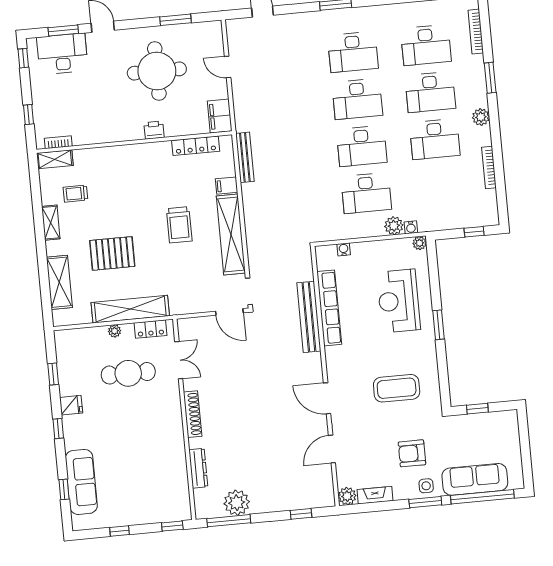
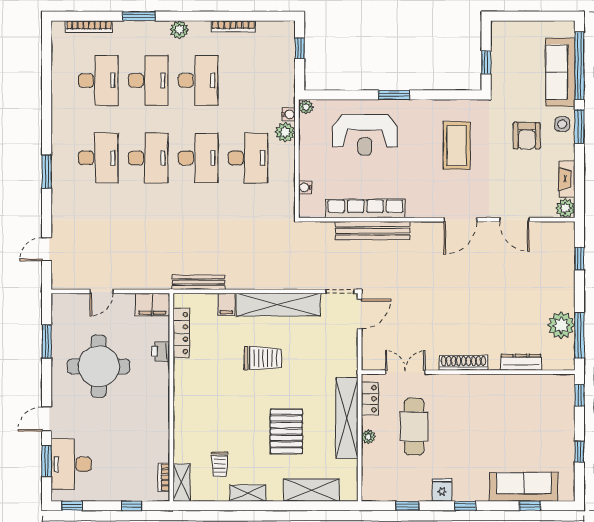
printer: (154, 130) -> (161, 351), moved

